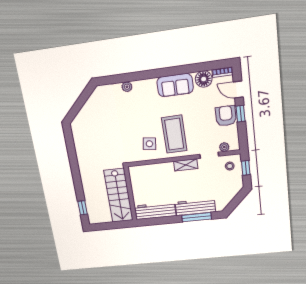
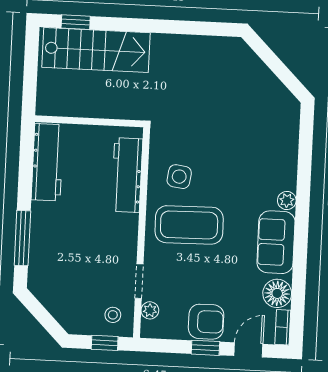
plant: (127, 87) -> (287, 201), moved
shelving: (186, 165) -> (128, 235), removed
stairs: (118, 195) -> (96, 50), moved, turned 180
workbench: (195, 207) -> (127, 175), moved, turned 180

